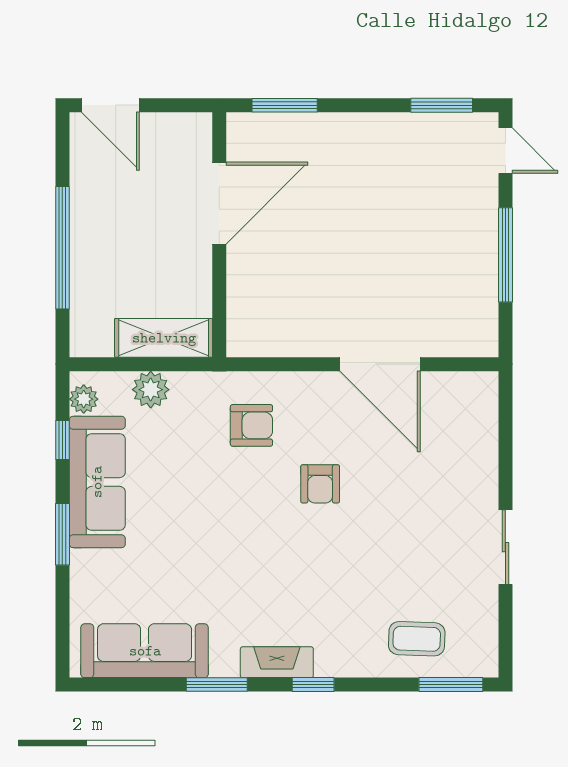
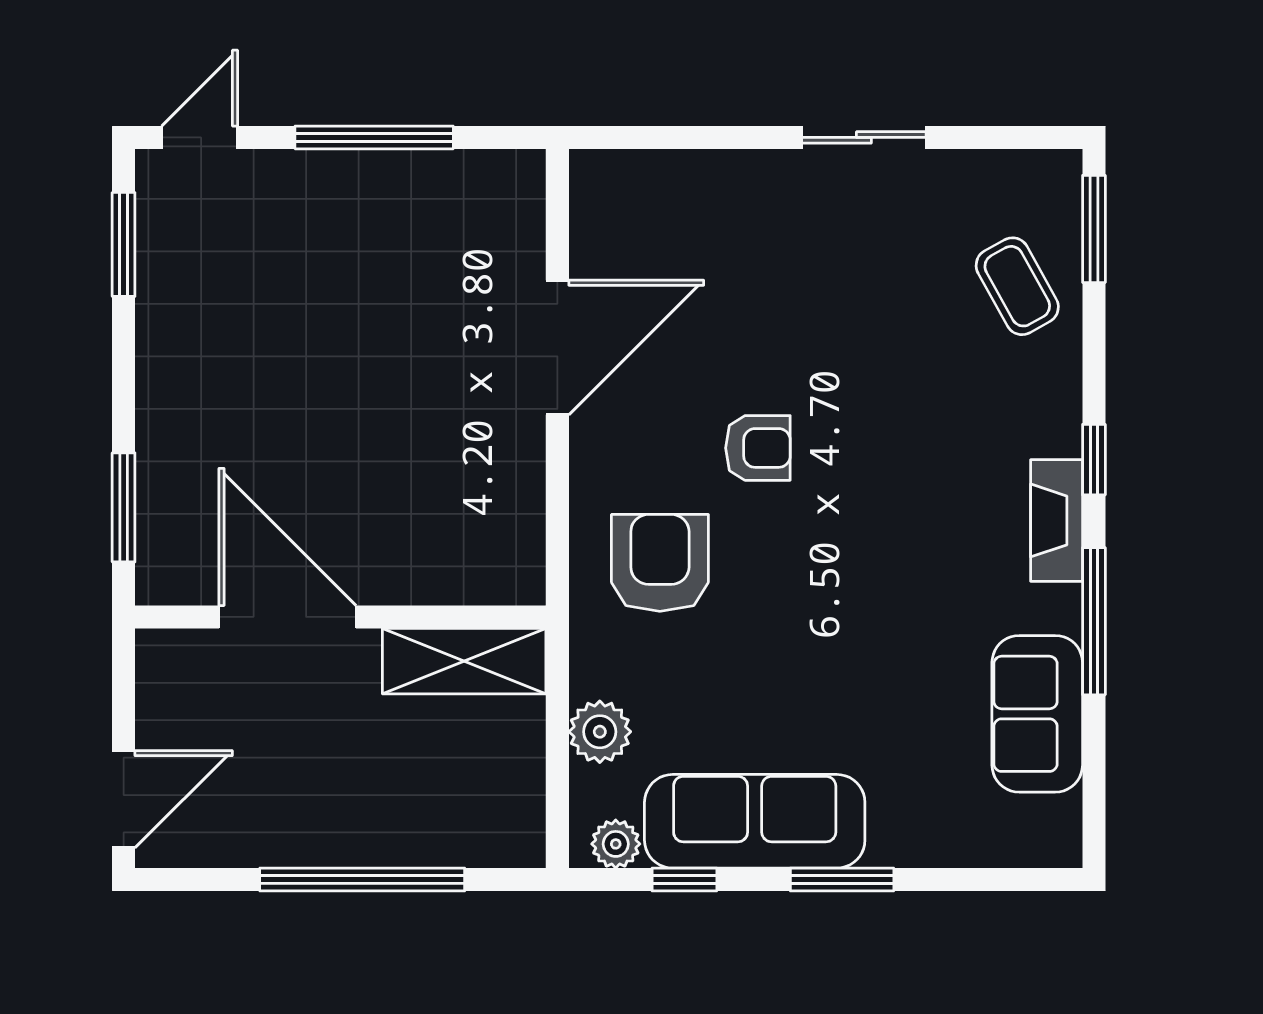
shelving: (164, 338) -> (464, 661), moved, turned 90
armchair: (251, 425) -> (660, 563), width x1.38, depth x1.38
coffee table: (417, 639) -> (1017, 286), turned -31
sofa: (145, 651) -> (1037, 714), width x0.73
window: (217, 685) -> (1094, 621), width x1.44

